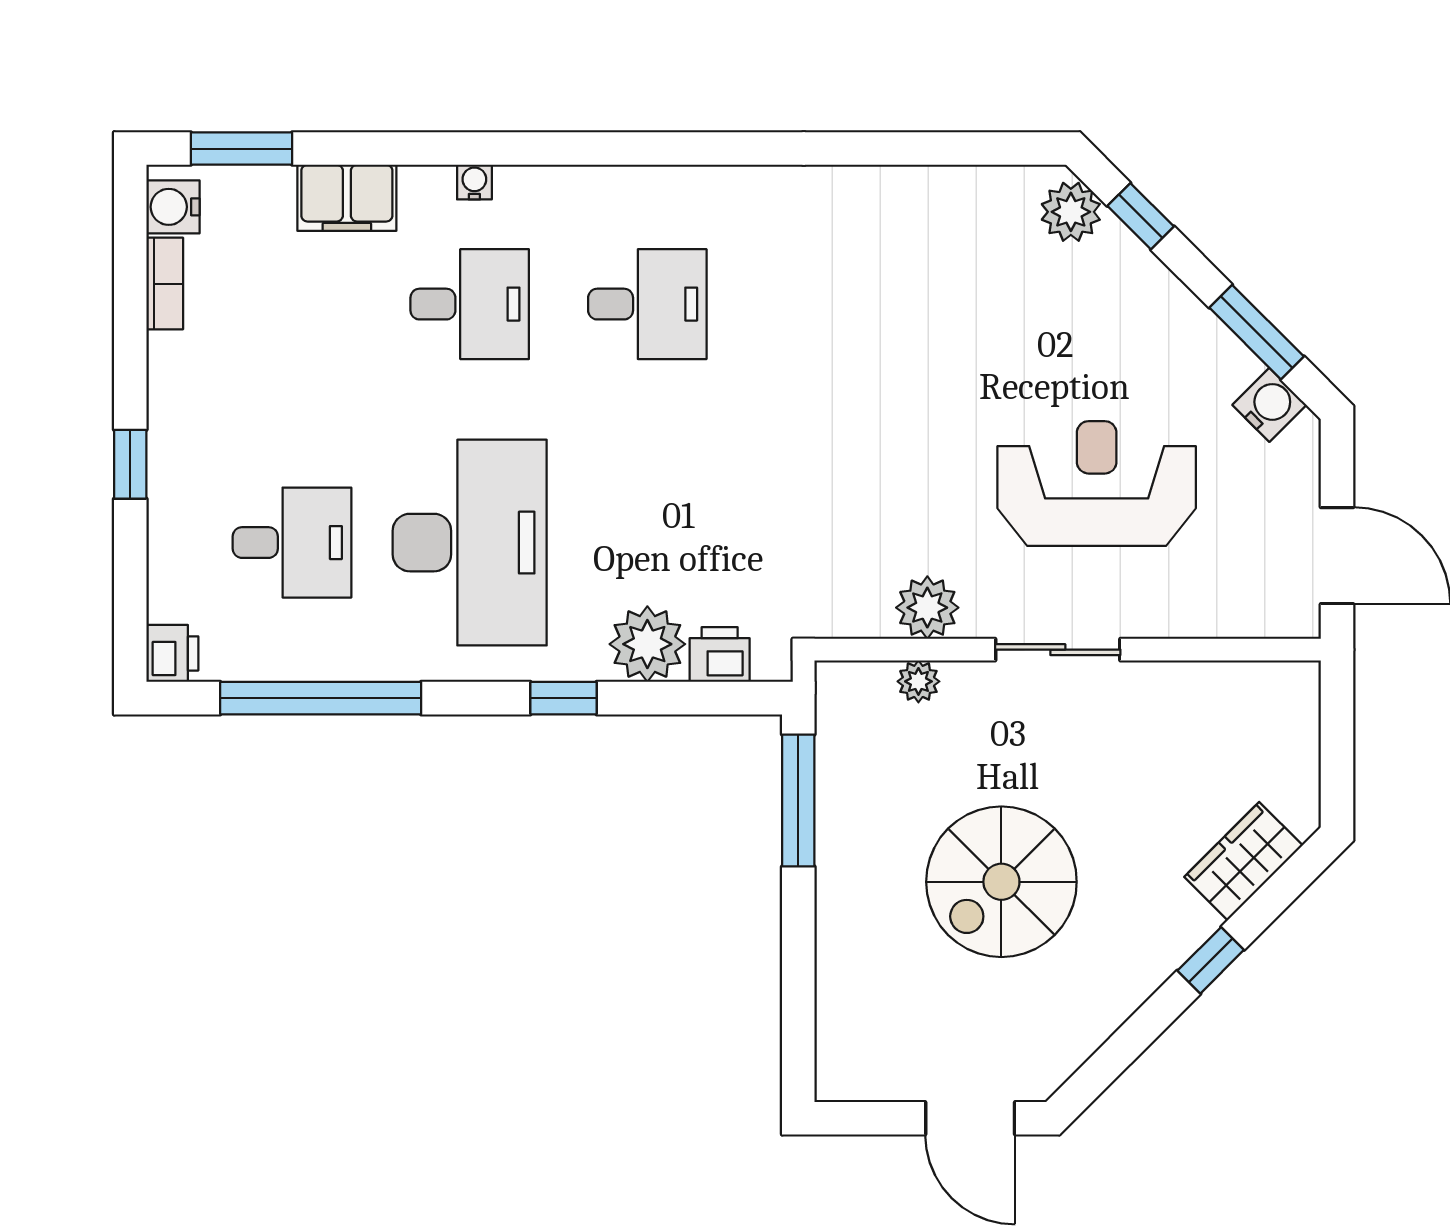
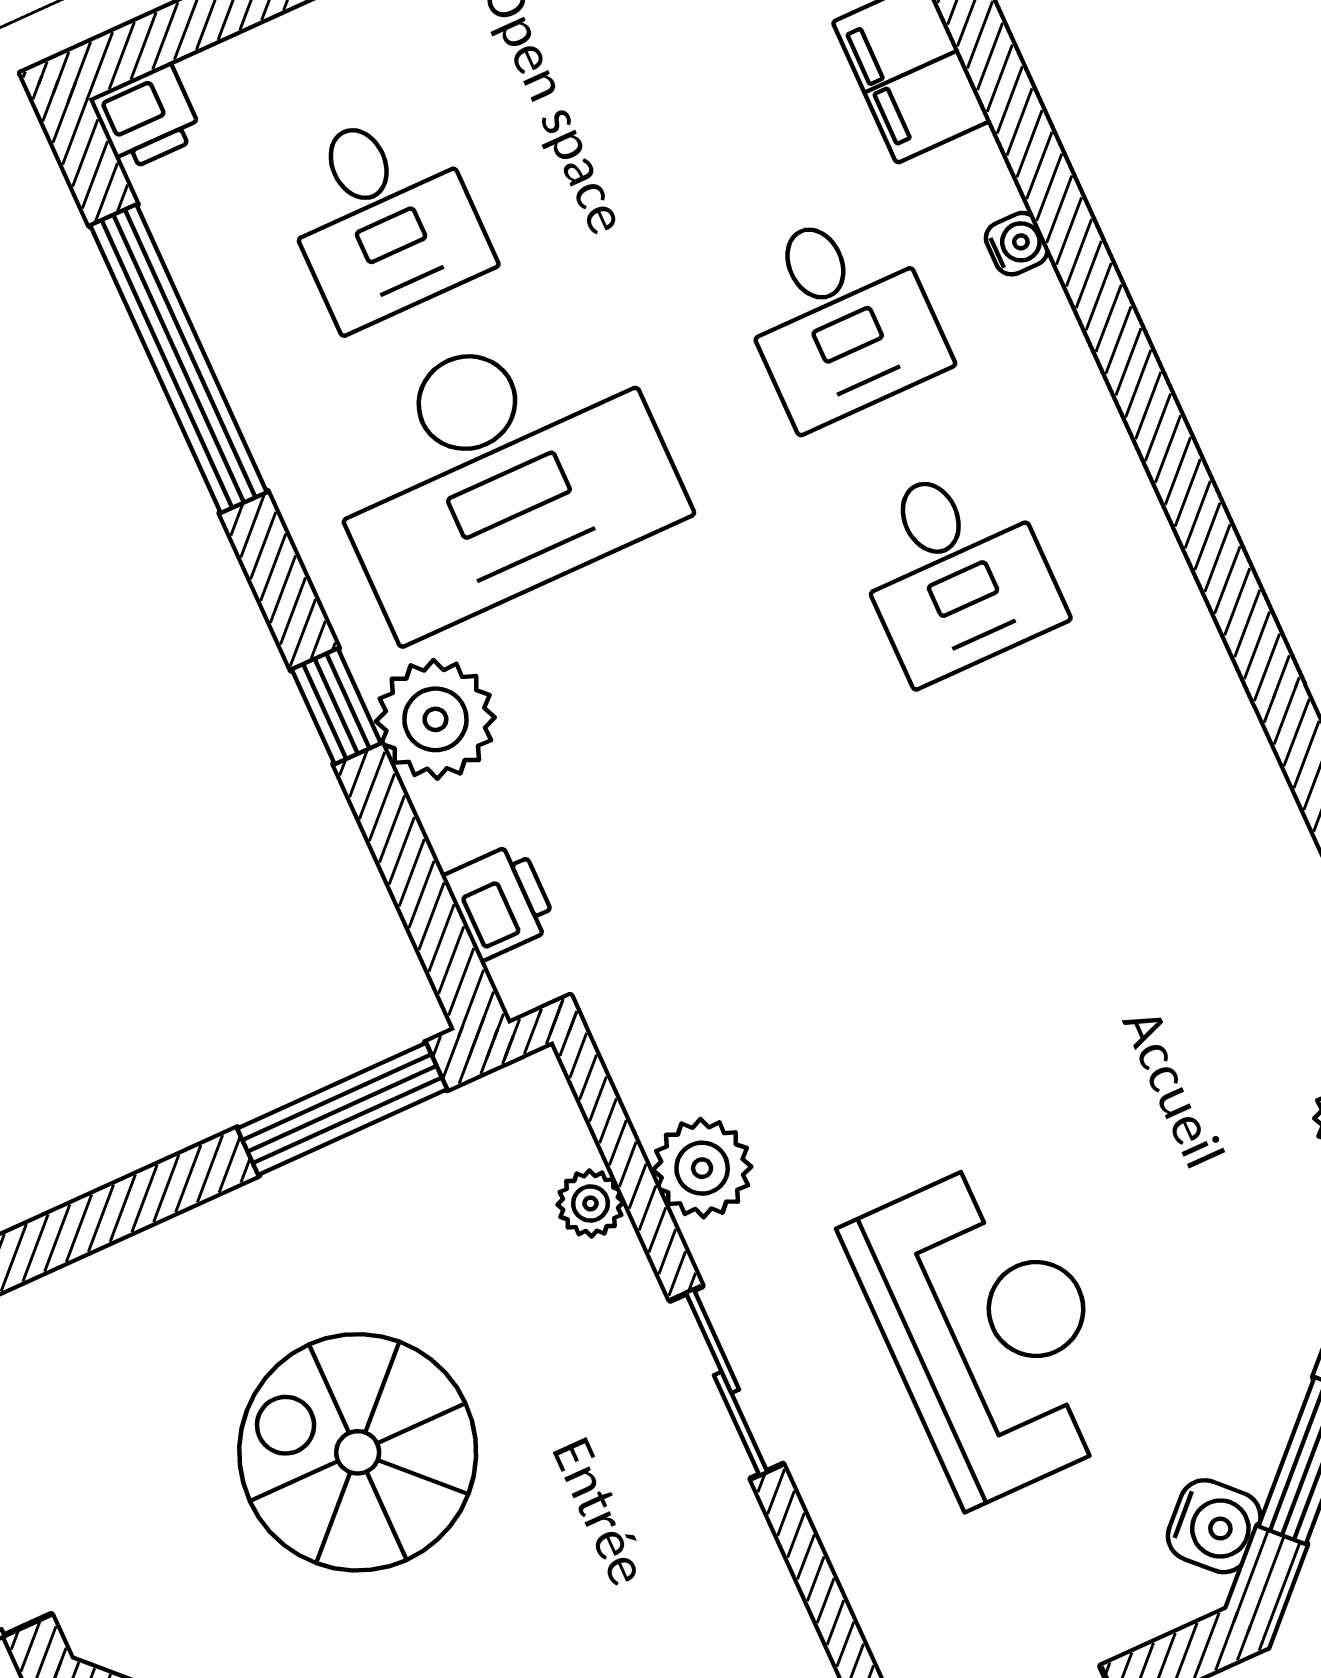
plant: (647, 644) -> (435, 719), moved

